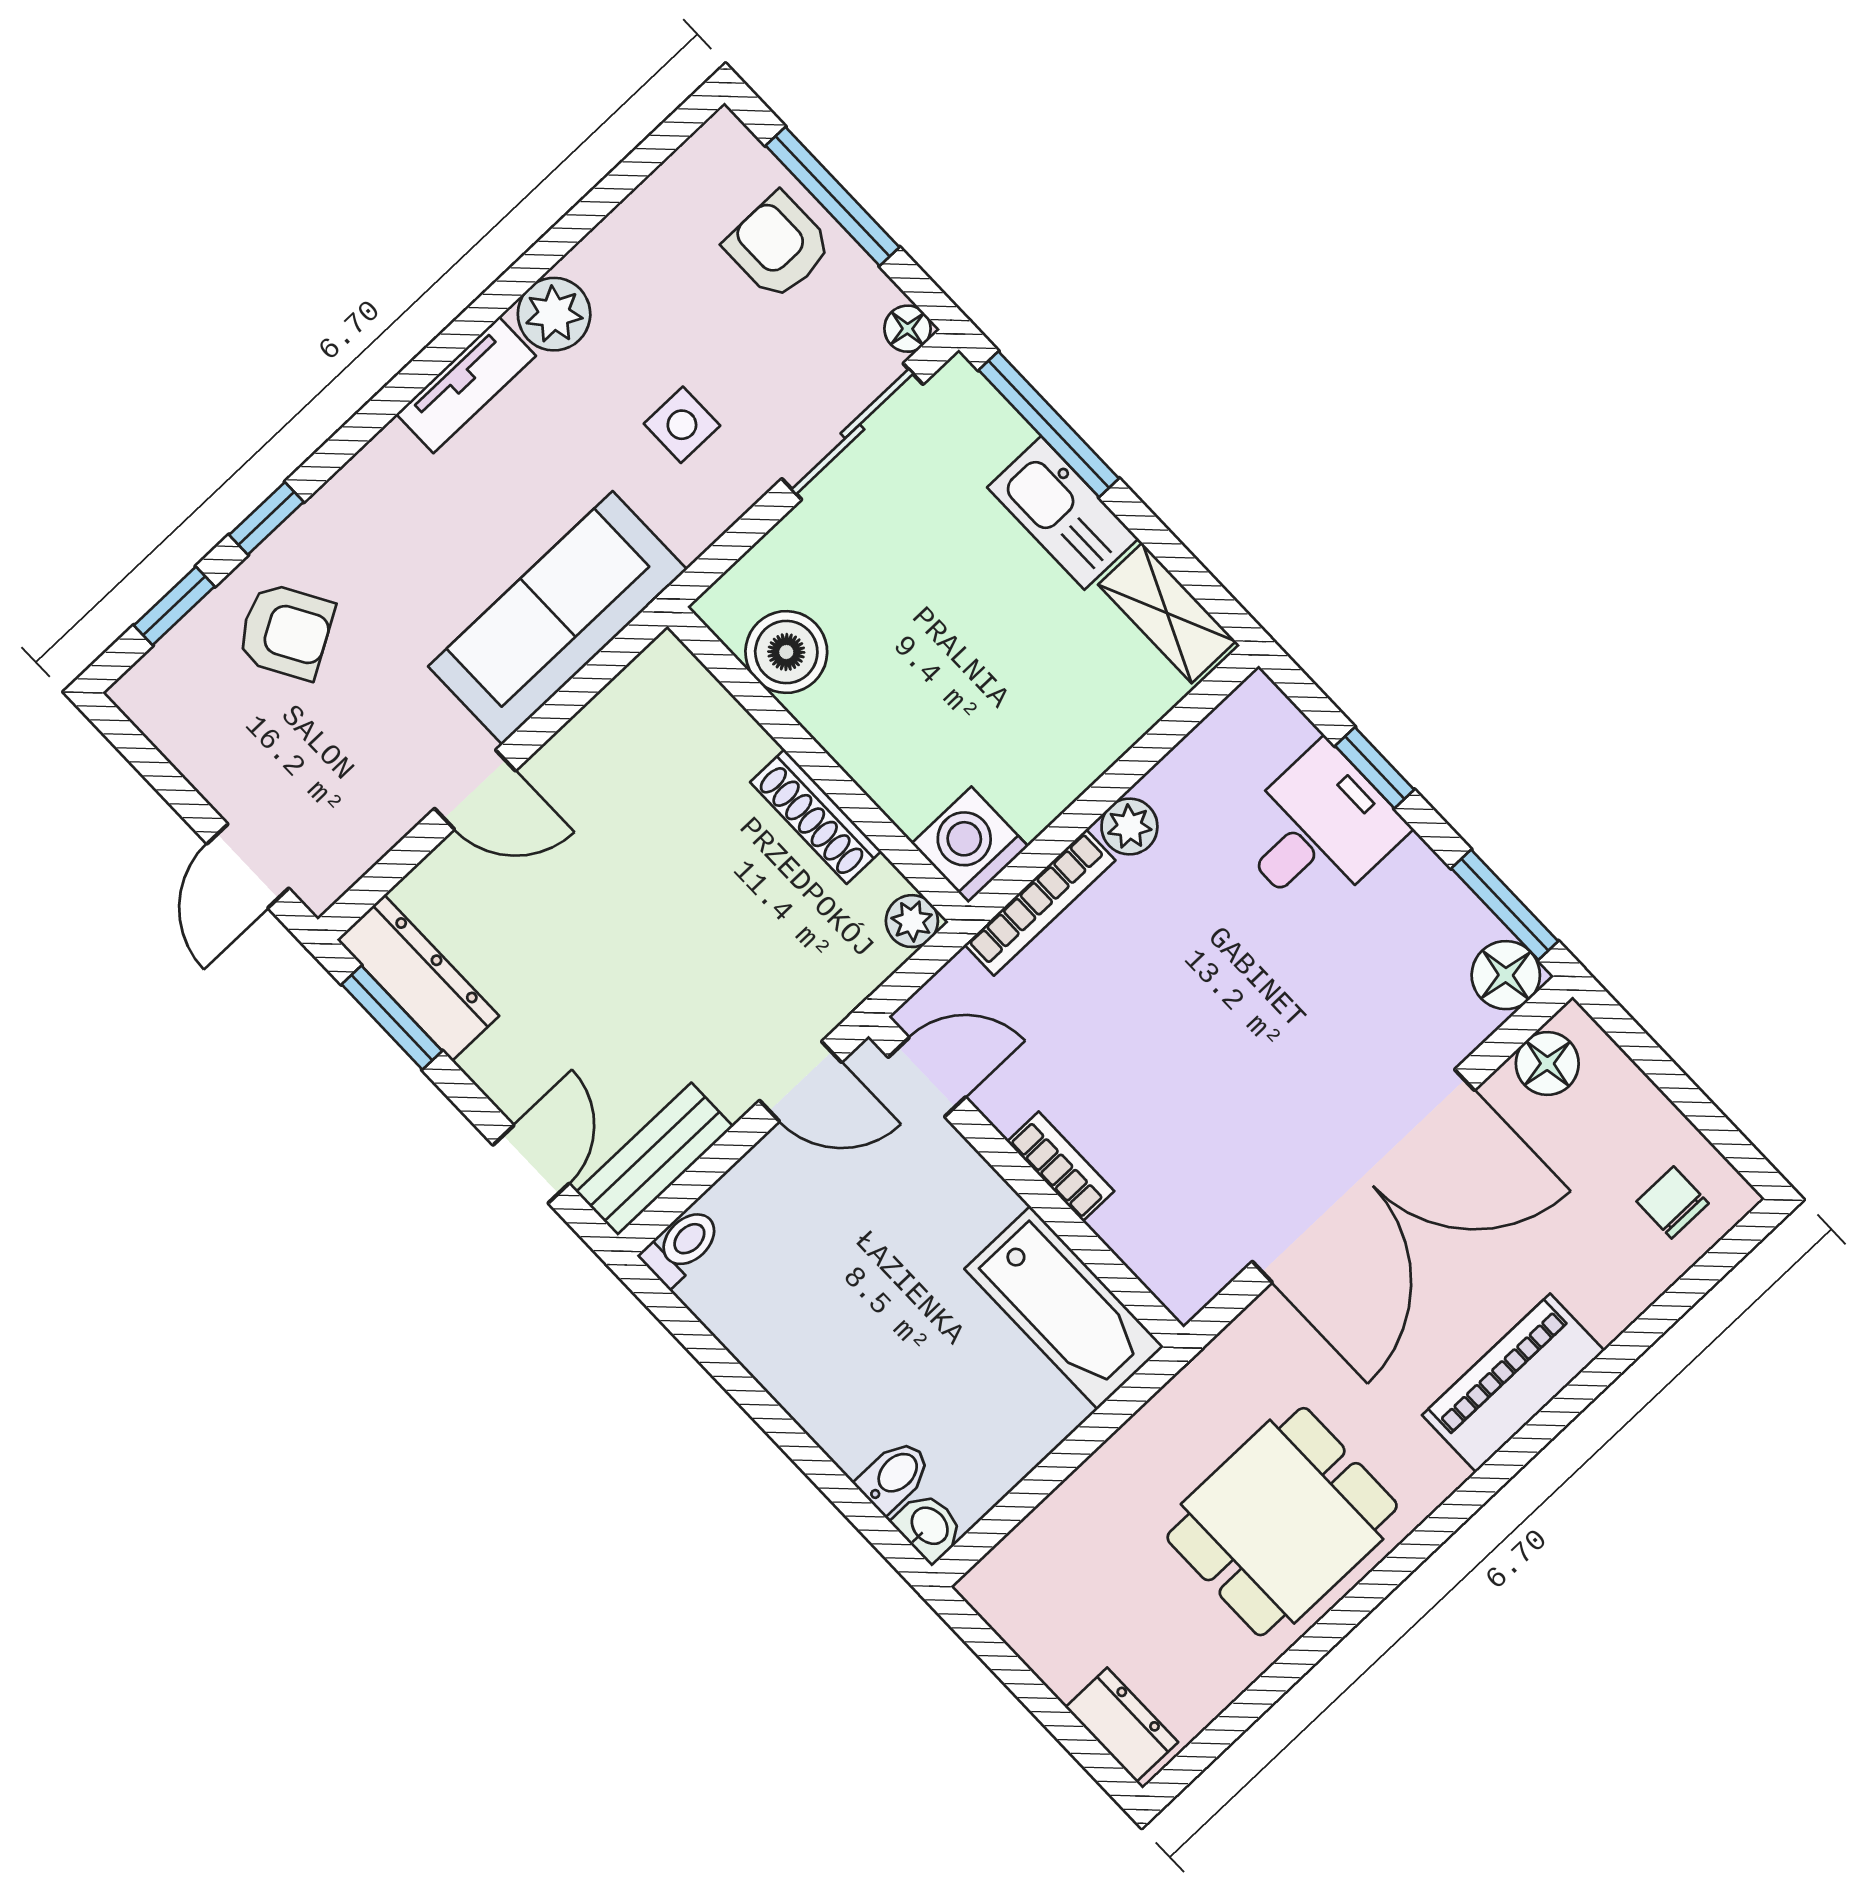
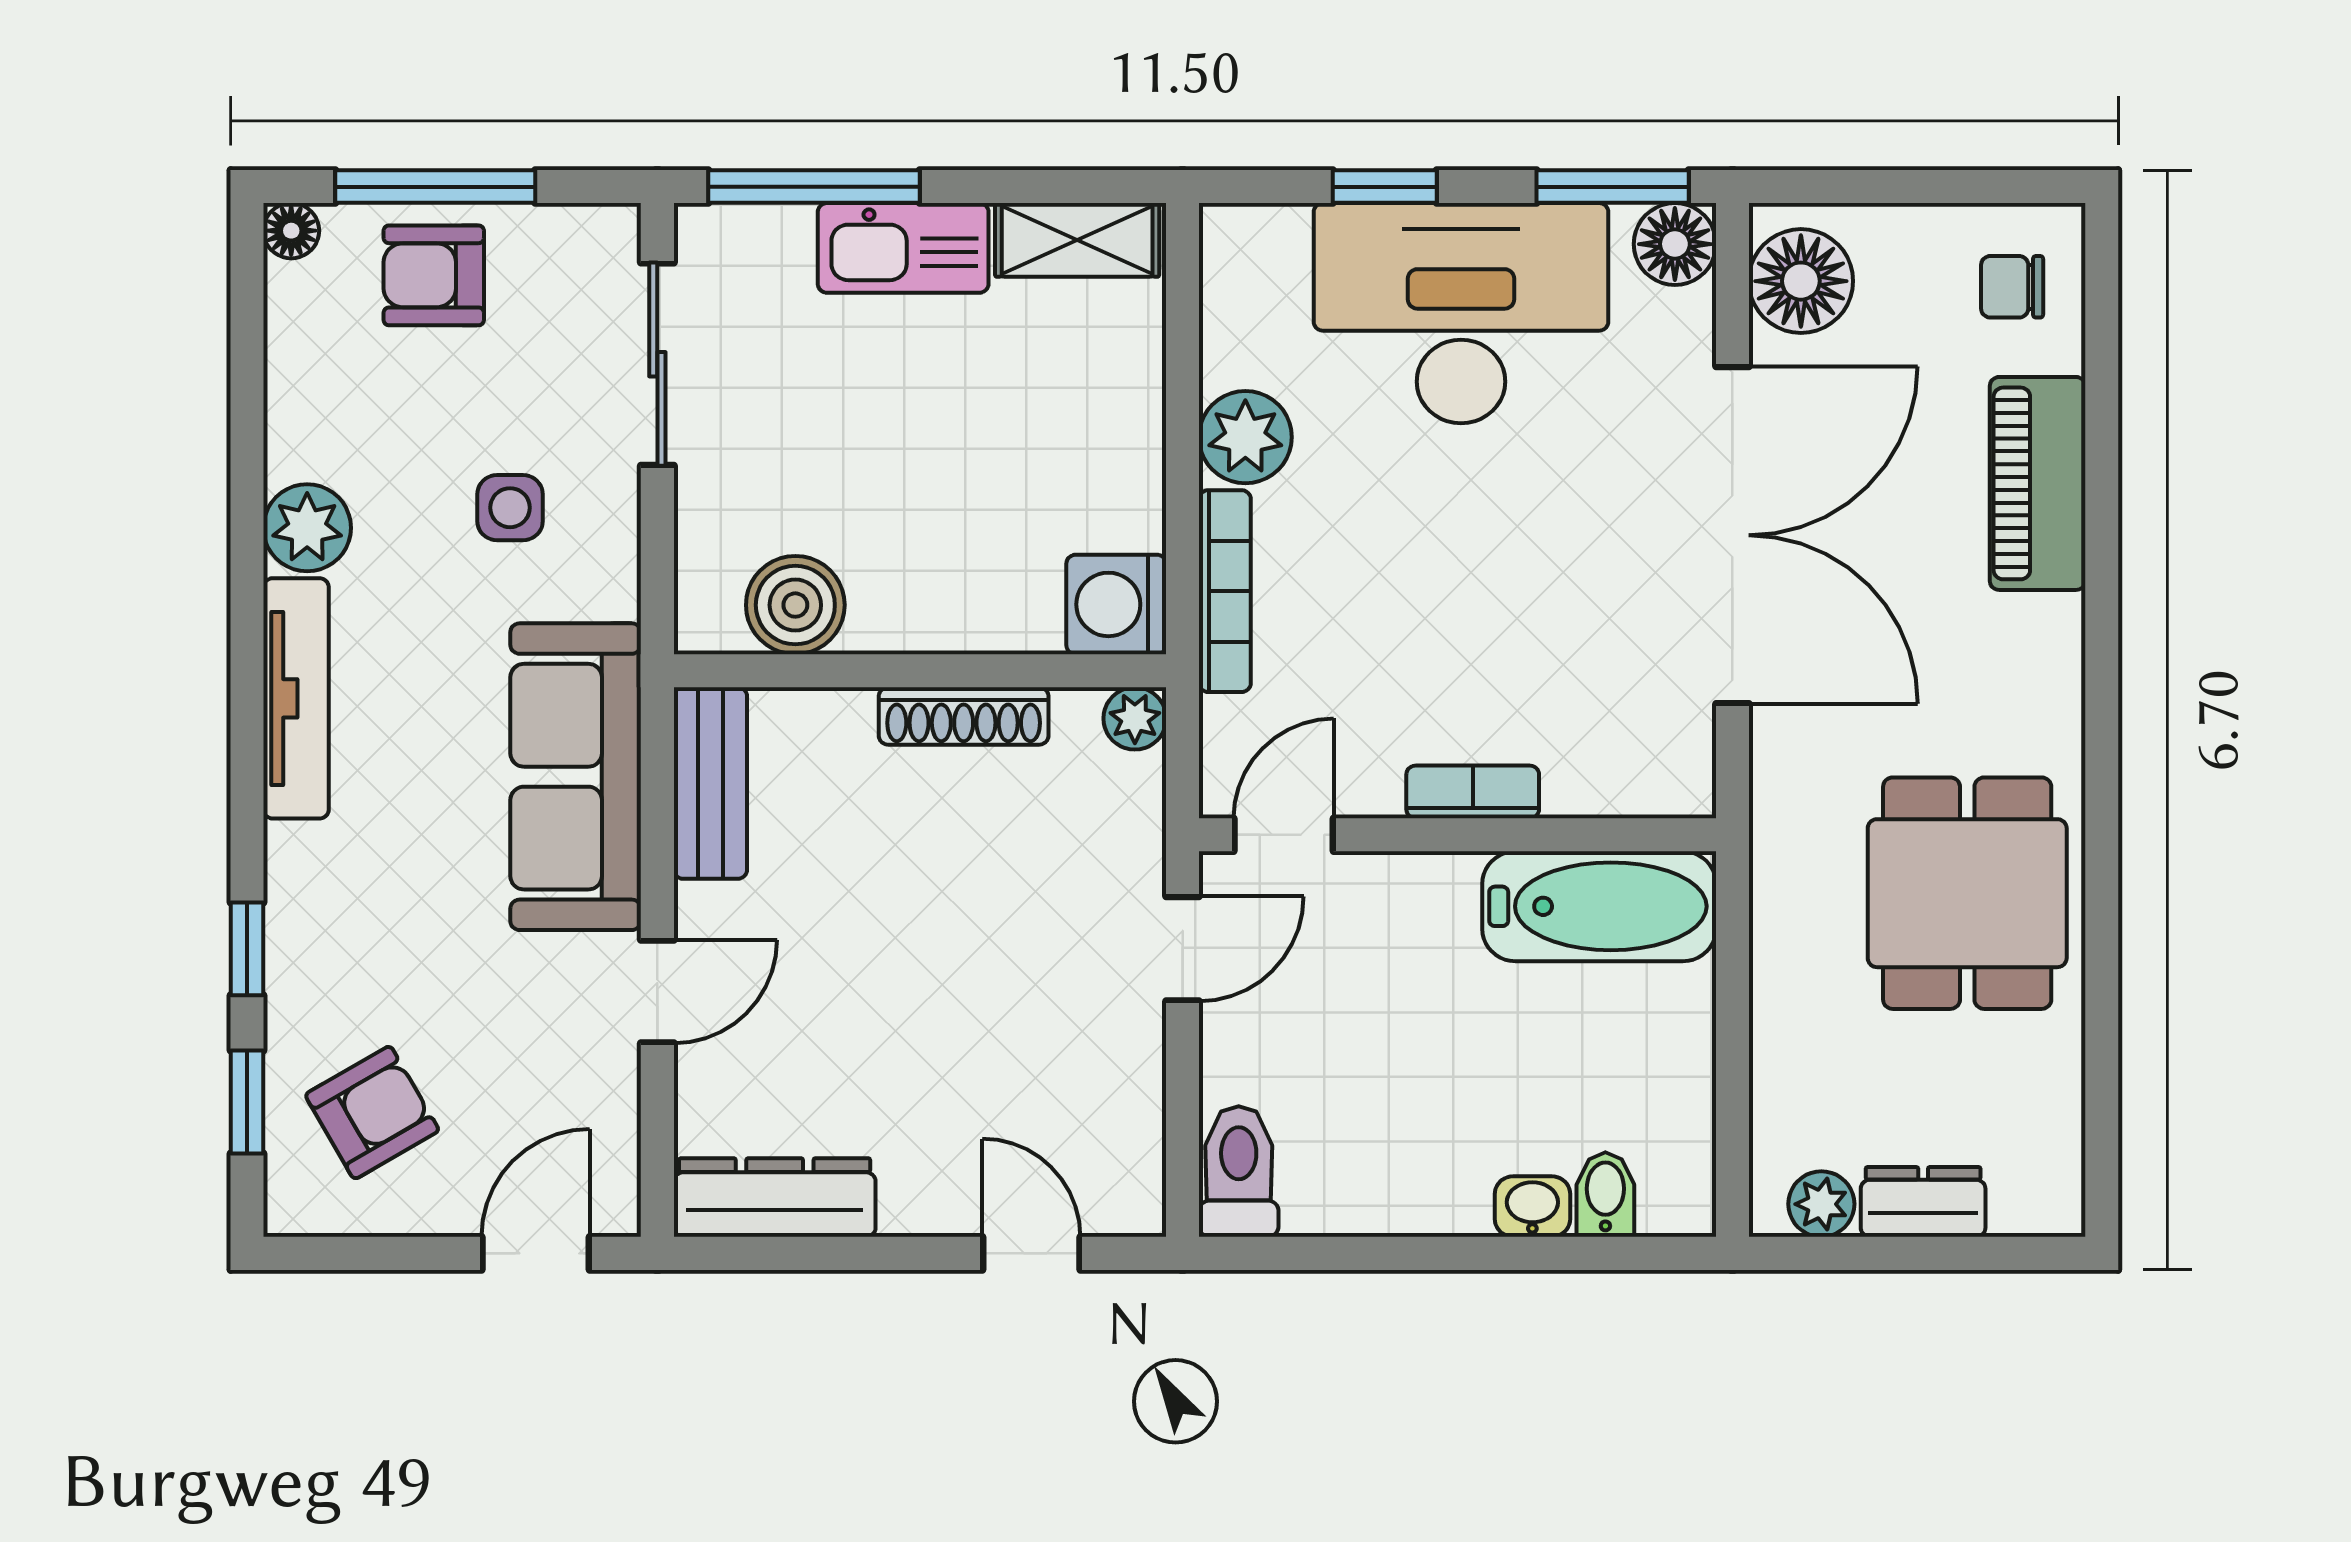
floor lamp: (907, 329) -> (291, 231), moved
tv unit: (466, 385) -> (296, 698), width x1.41
armchair: (286, 631) -> (372, 1113), moved
plant: (1129, 826) -> (1245, 437), width x1.38, depth x1.38
desk: (1318, 830) -> (1461, 313), width x1.87, depth x1.30
door: (248, 866) -> (536, 1253), swing flipped
window: (392, 1018) -> (788, 1253), removed
floor lamp: (1547, 1063) -> (1801, 281), width x1.38, depth x1.38
bench: (655, 1159) -> (710, 783), moved
toilet: (681, 1246) -> (1239, 1172), width x1.37, depth x1.39
piano: (1513, 1383) -> (2038, 483), moved
washbasin: (929, 1527) -> (1532, 1207), moved
plant: (1012, 1611) -> (1821, 1204), added
dresser: (1122, 1725) -> (1923, 1202), moved

